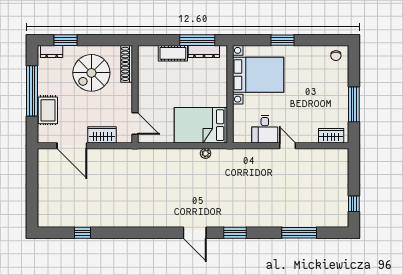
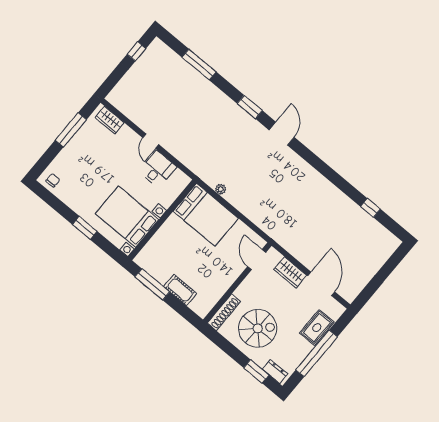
dresser: (204, 51) -> (154, 271), removed

